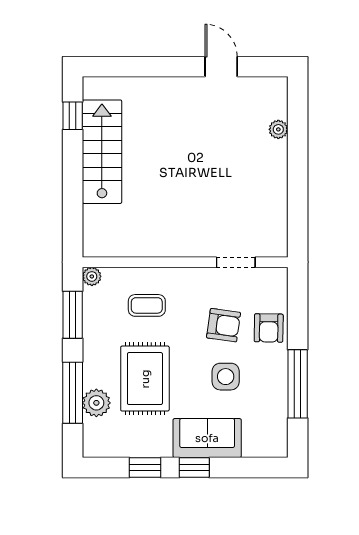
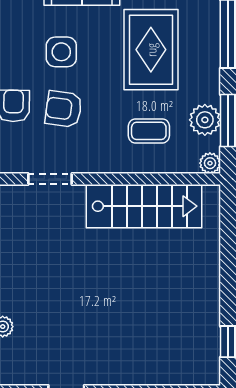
stairs: (102, 152) -> (144, 206), moved, turned -90
plant: (96, 403) -> (205, 120), moved

